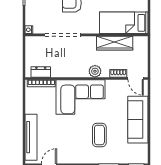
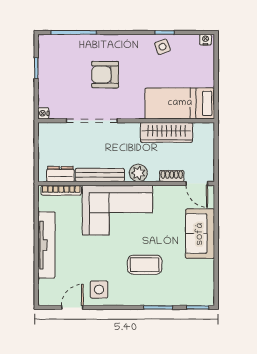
bench: (68, 73) -> (100, 175), added
sofa: (138, 120) -> (200, 234), width x0.73
coffee table: (99, 135) -> (145, 265), turned 90
tv unit: (31, 137) -> (46, 245), moved
side table: (68, 152) -> (99, 289), added

